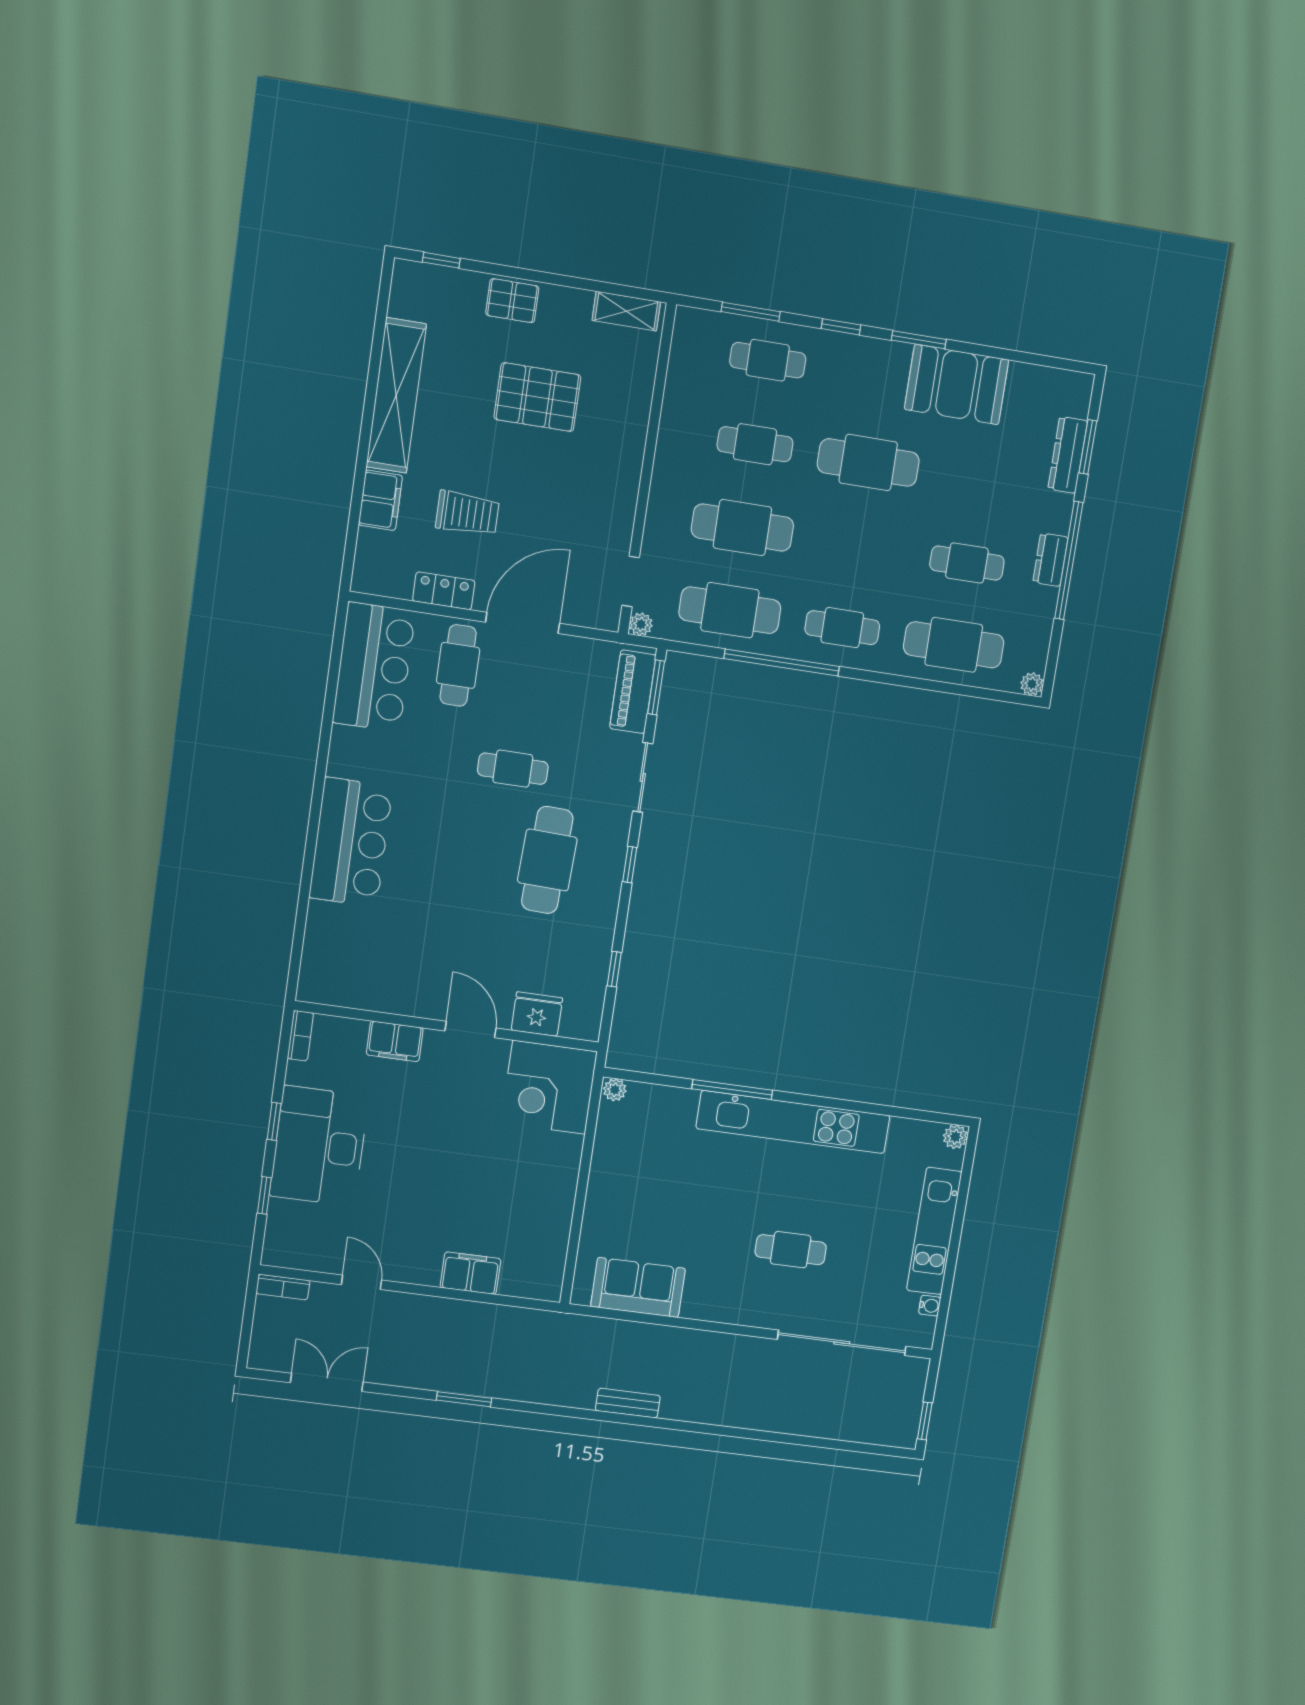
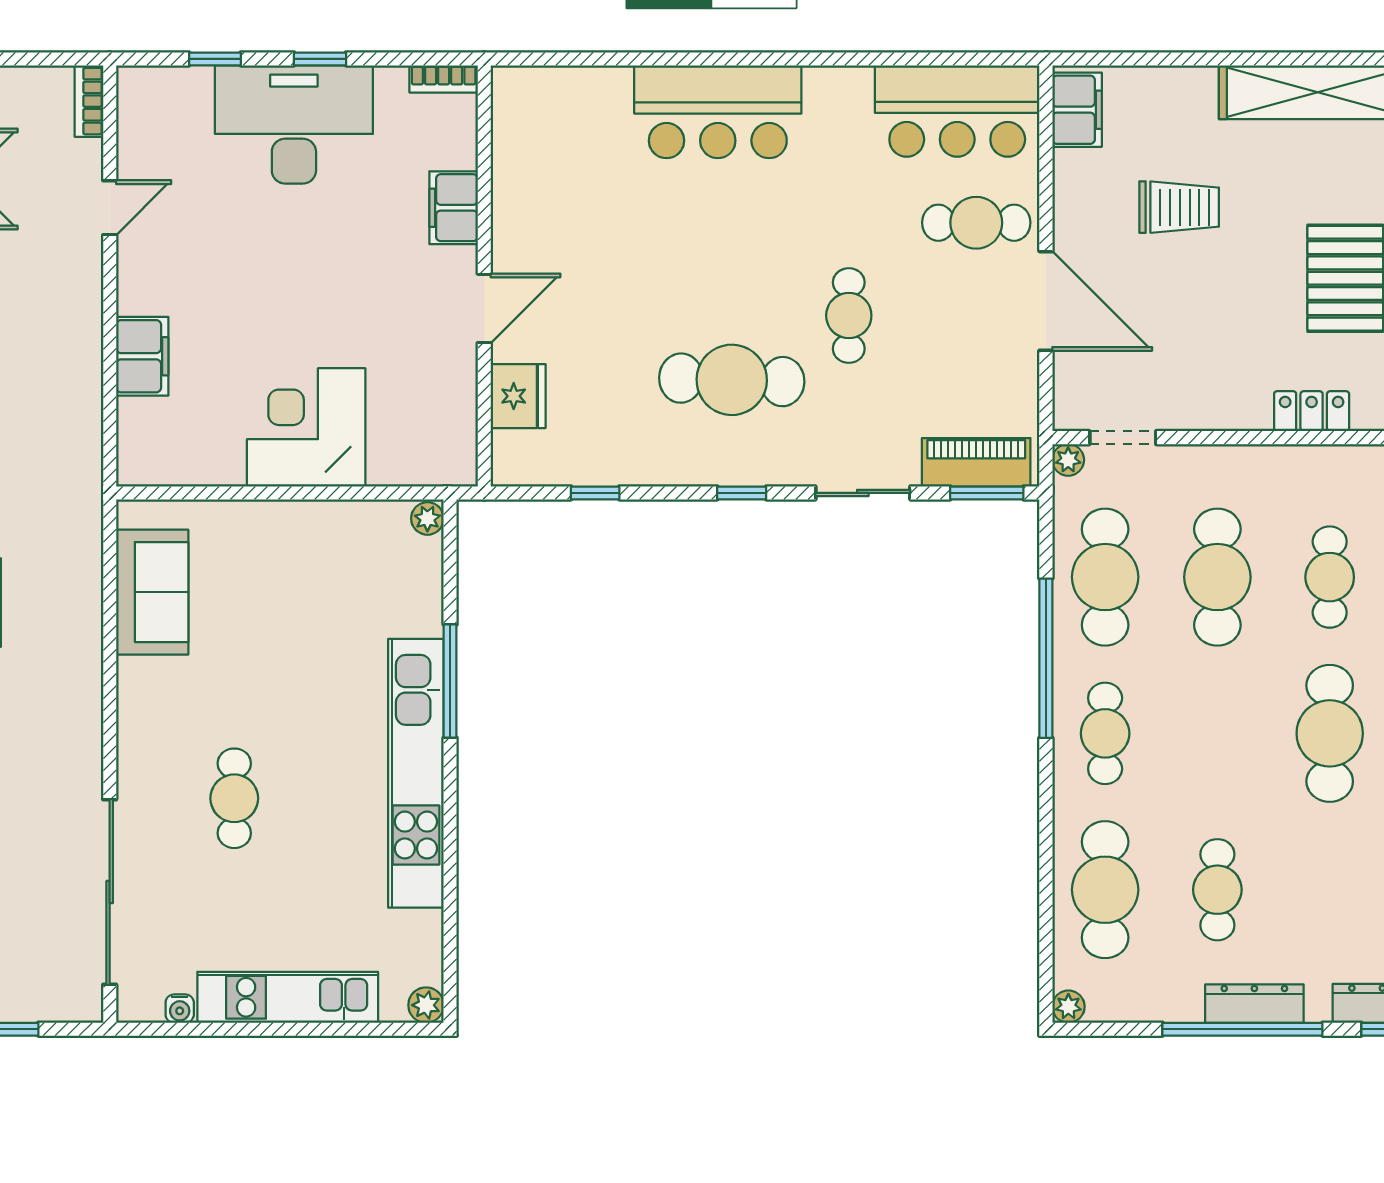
filing cabinet: (380, 500) -> (1077, 110), moved, turned -90
trolley: (467, 513) -> (1179, 207), turned -90
dresser: (1050, 560) -> (1254, 1004), width x1.44
locker: (444, 591) -> (1312, 411), moved, turned -90
corner desk: (549, 1087) -> (306, 427), moved

